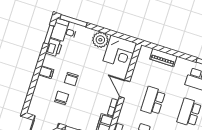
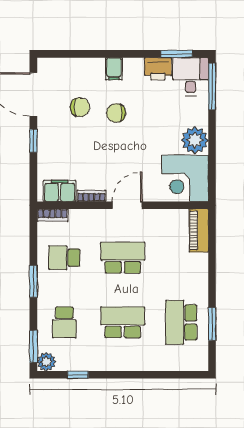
piano: (163, 58) -> (199, 230), moved

